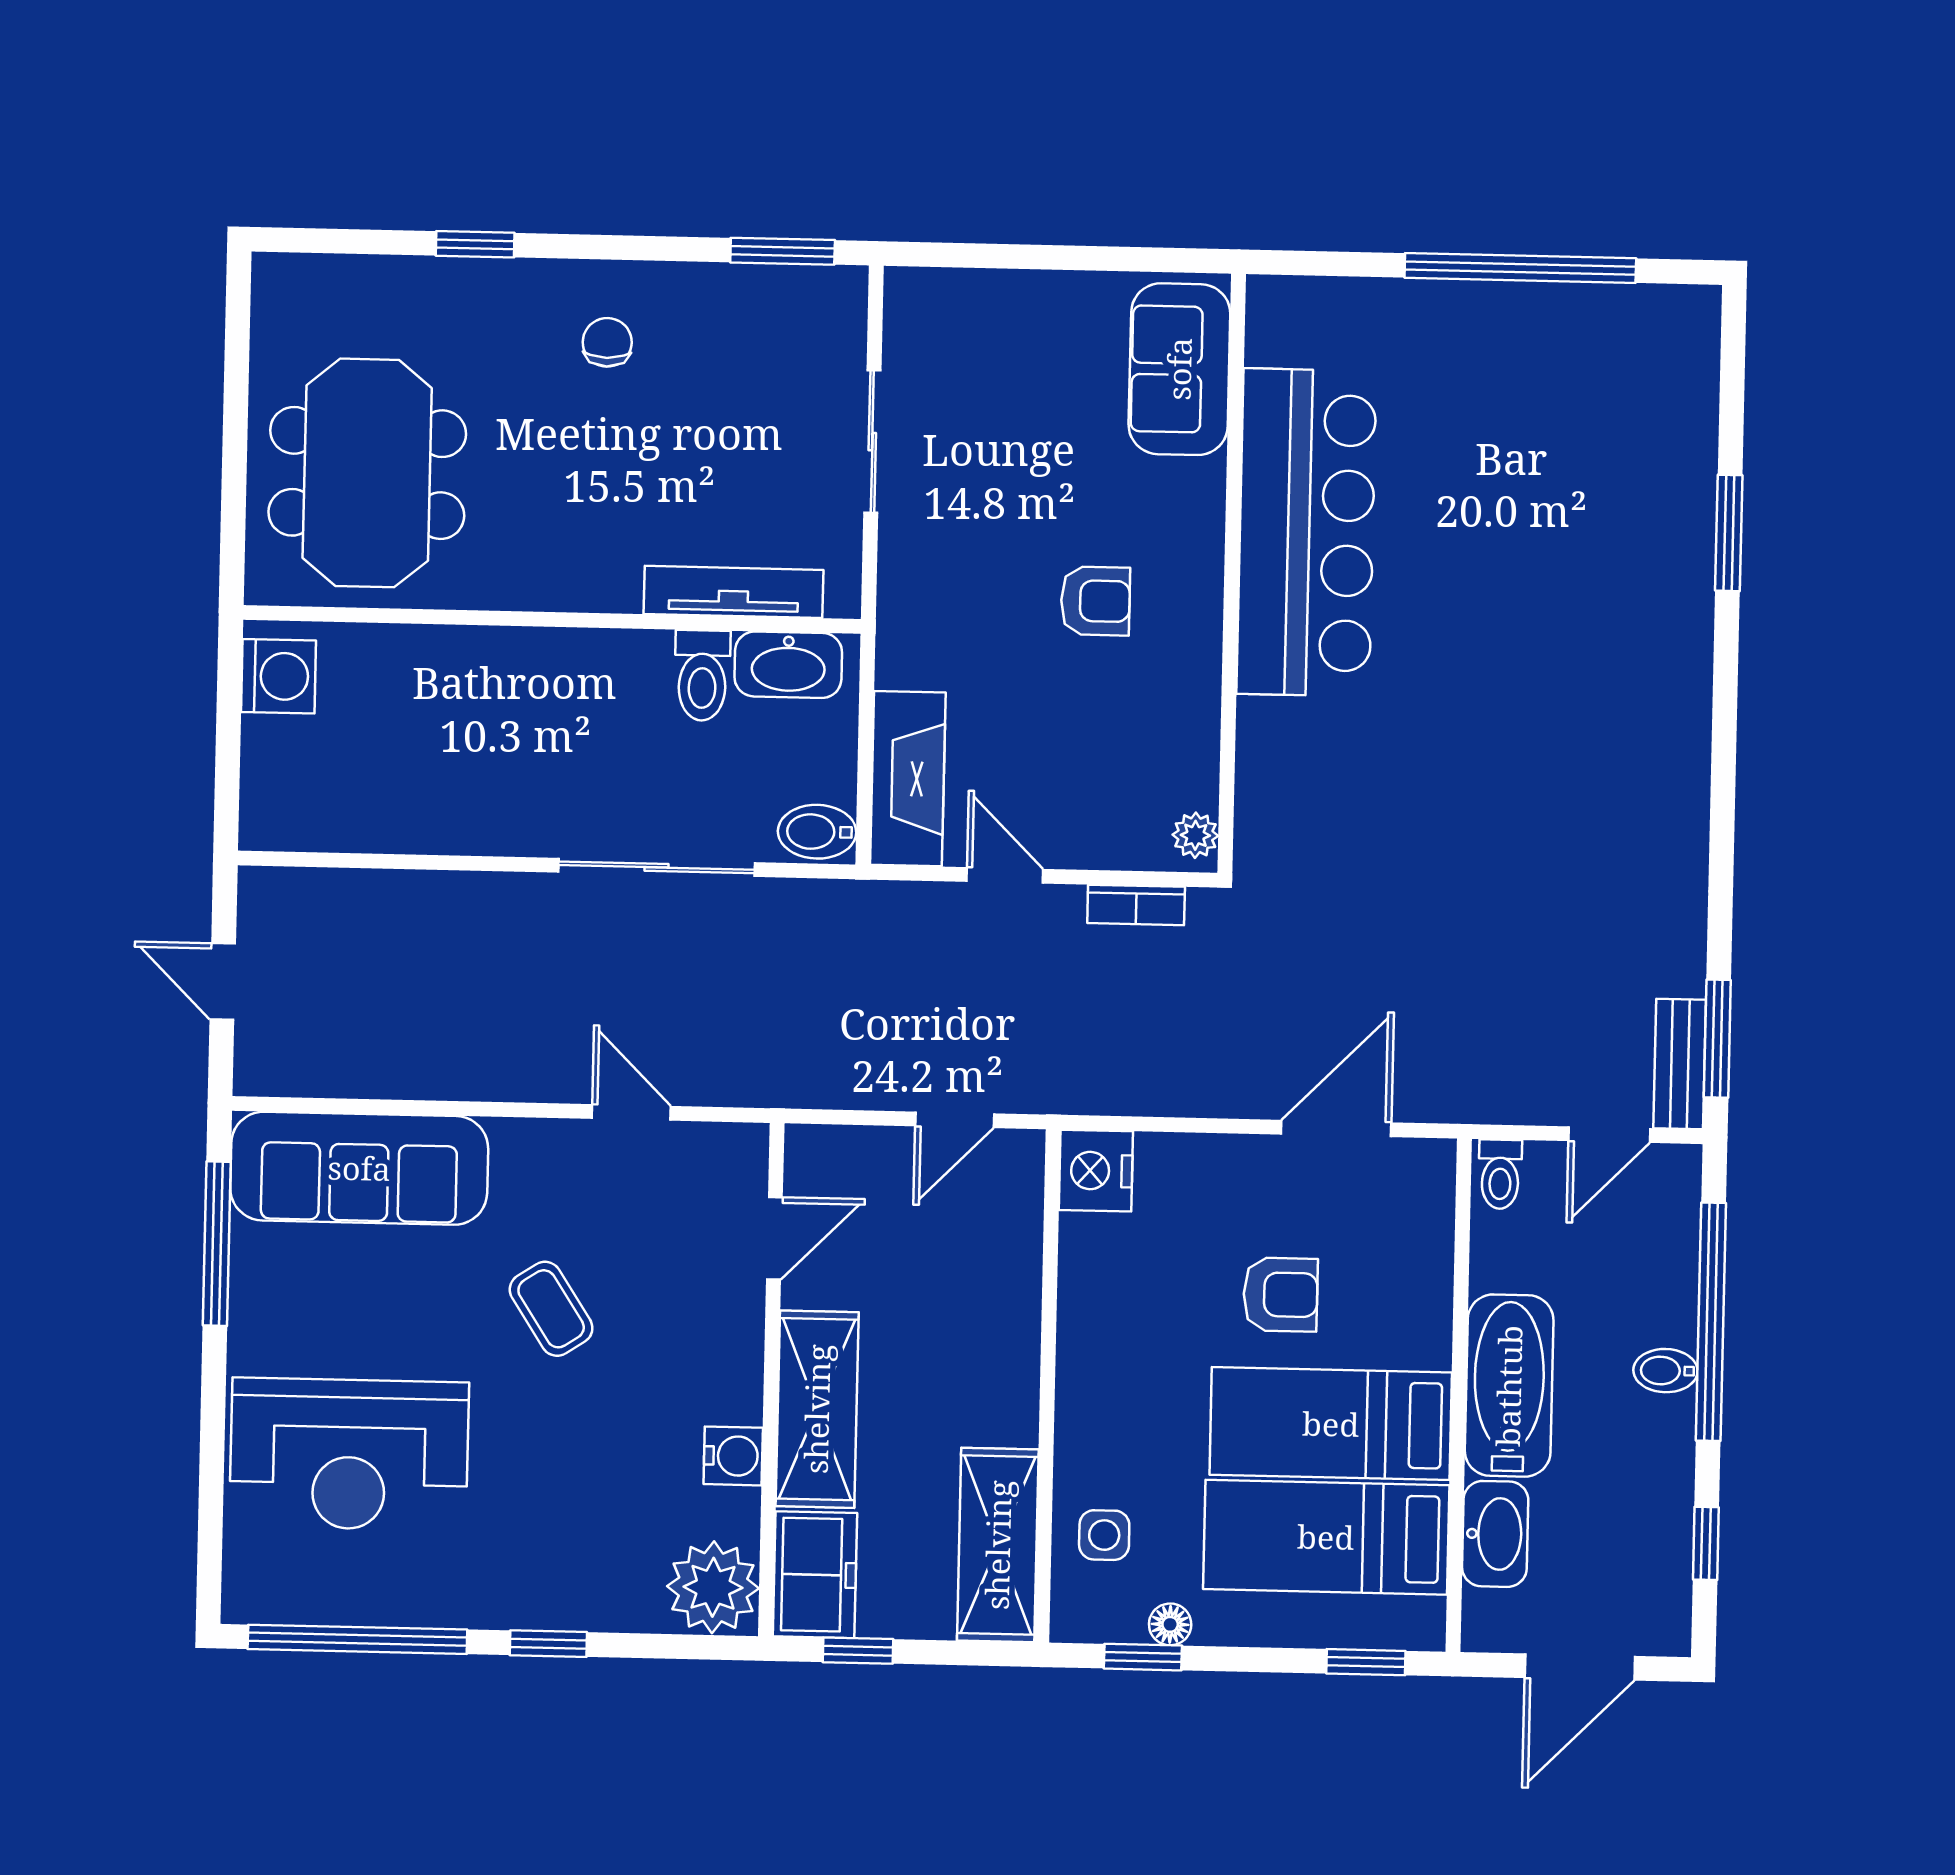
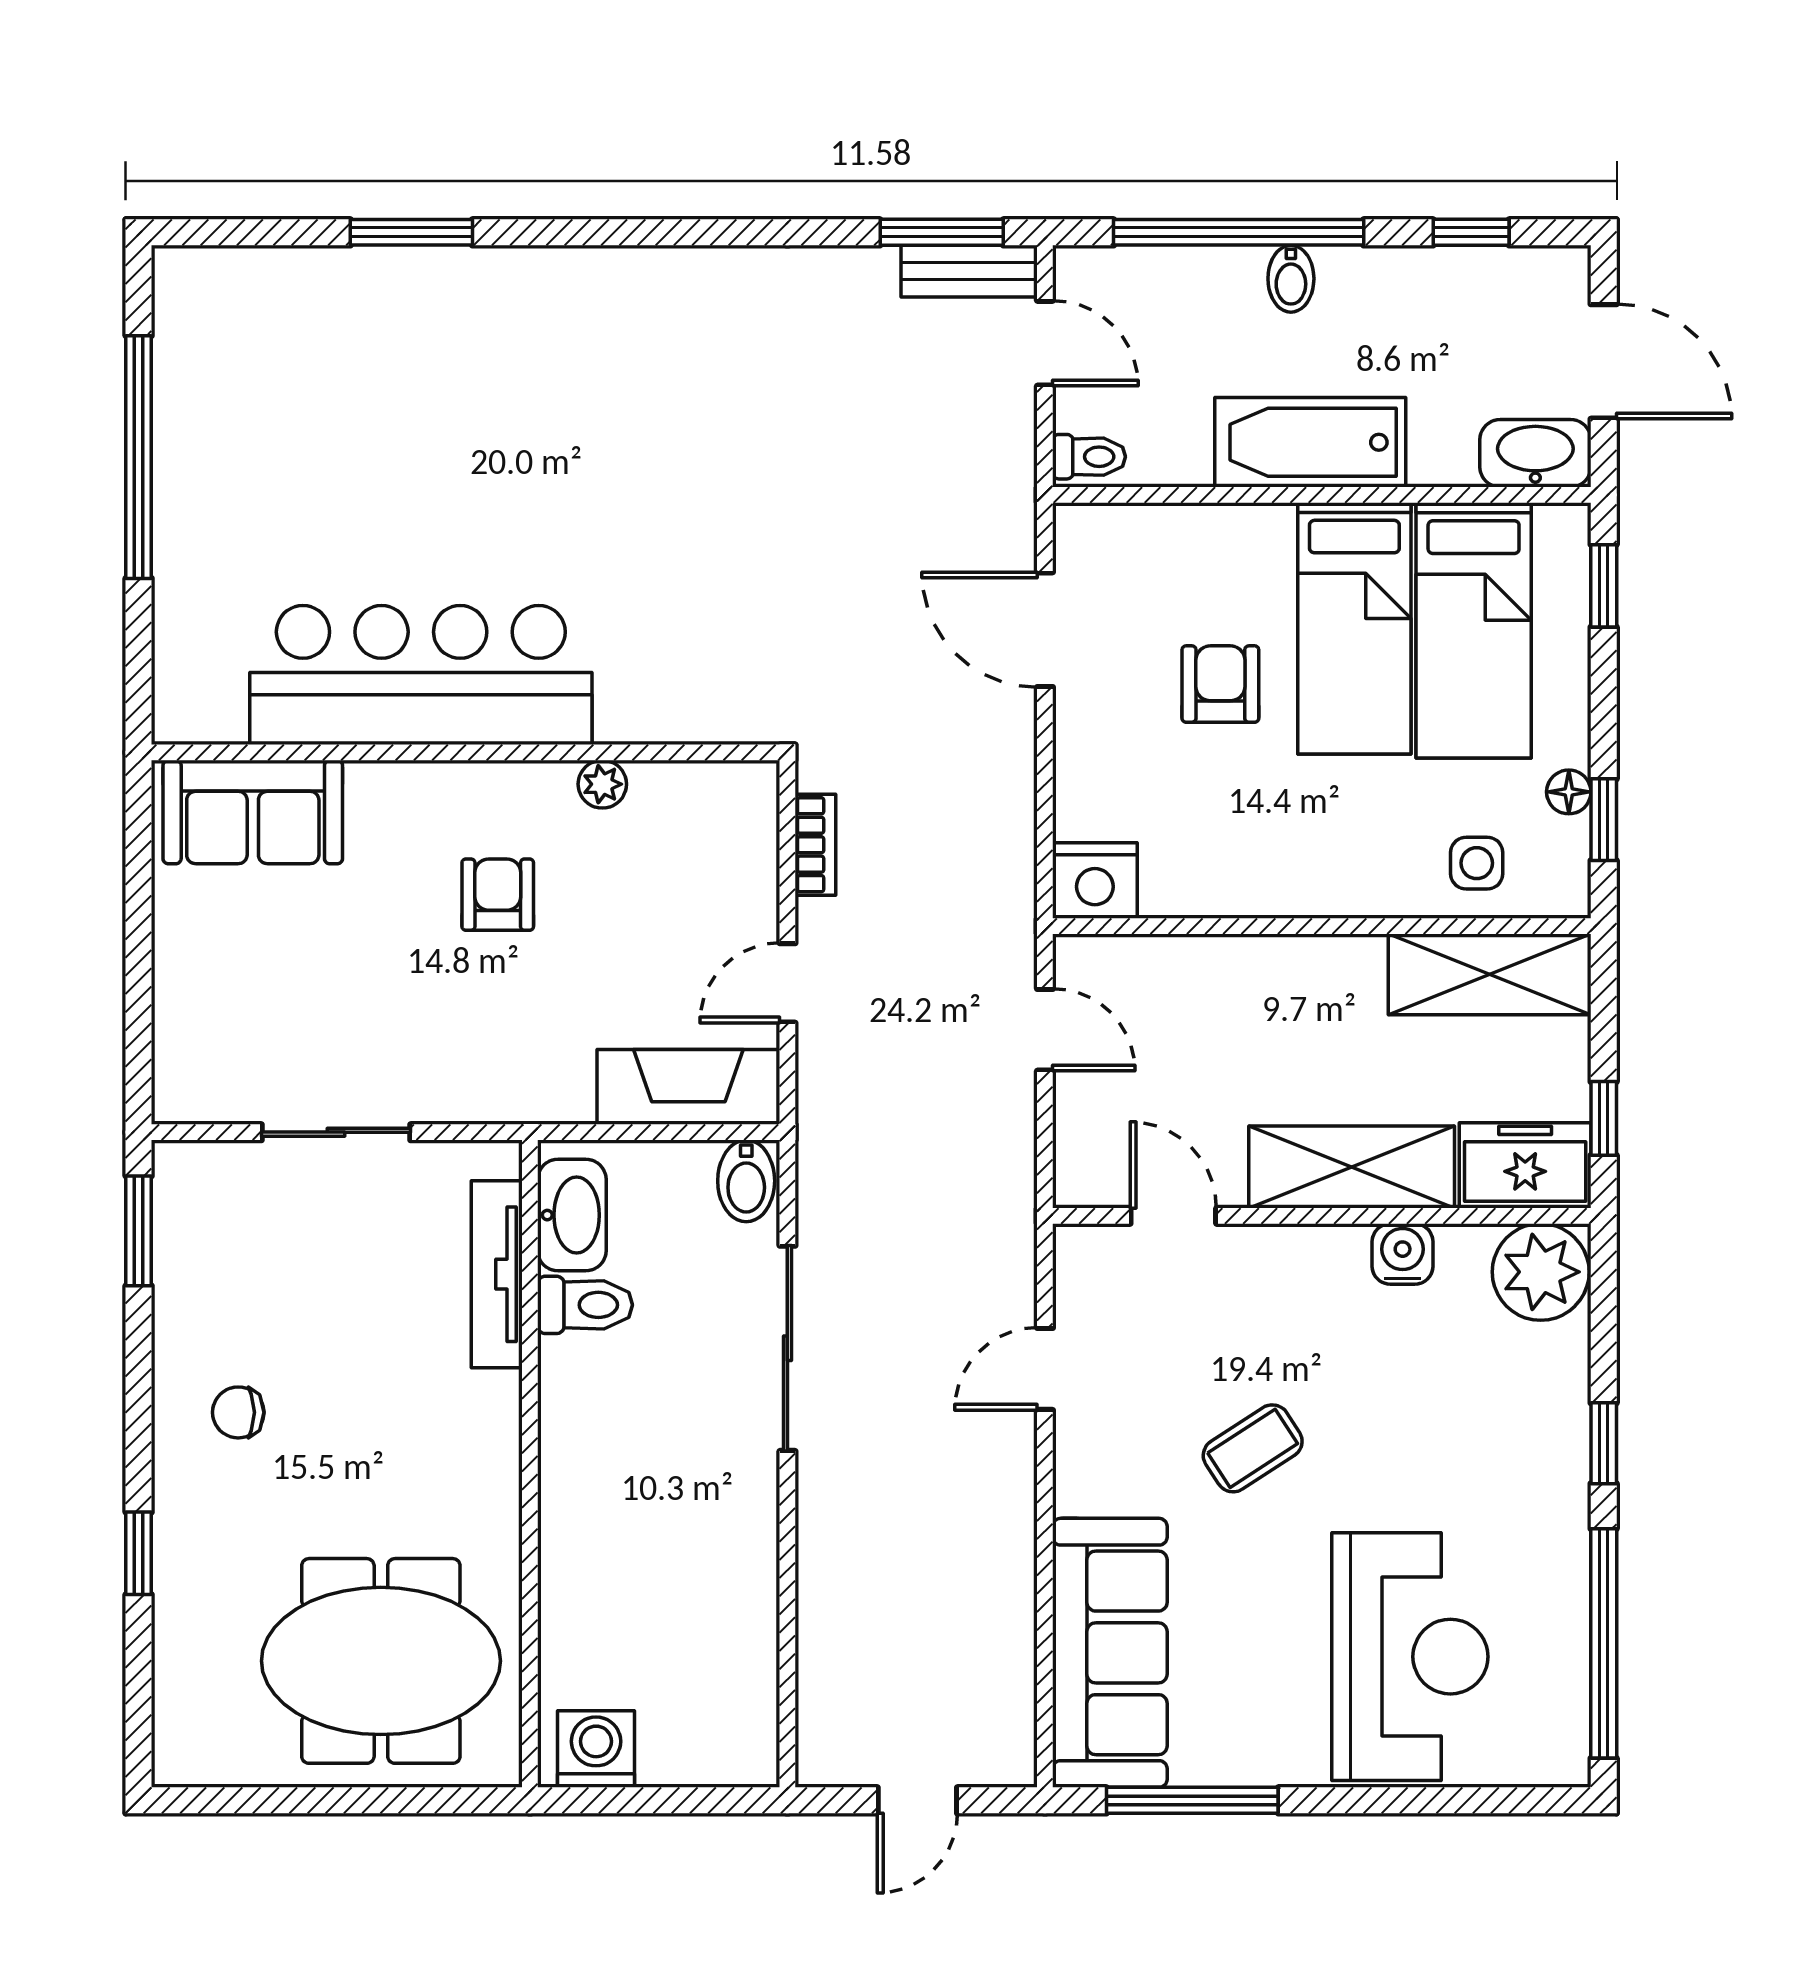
plant: (1195, 835) -> (602, 784), moved
washbasin: (1495, 1534) -> (1535, 453), moved

